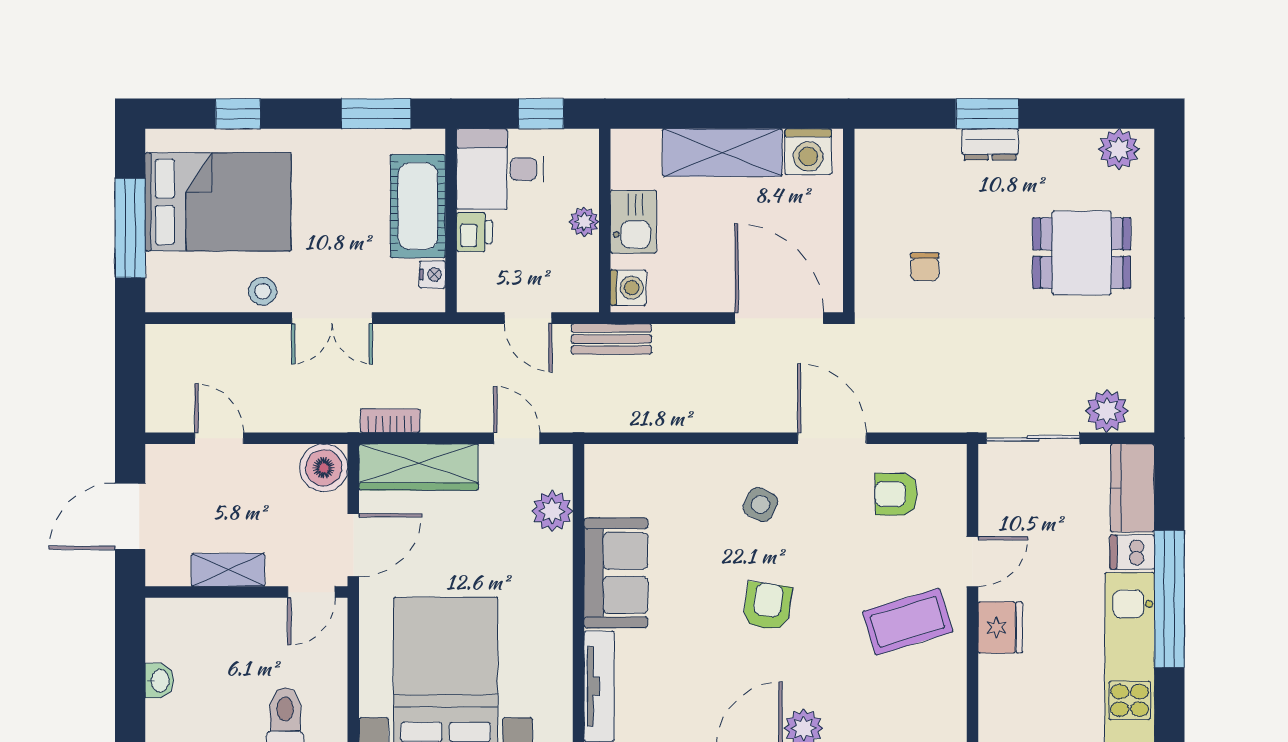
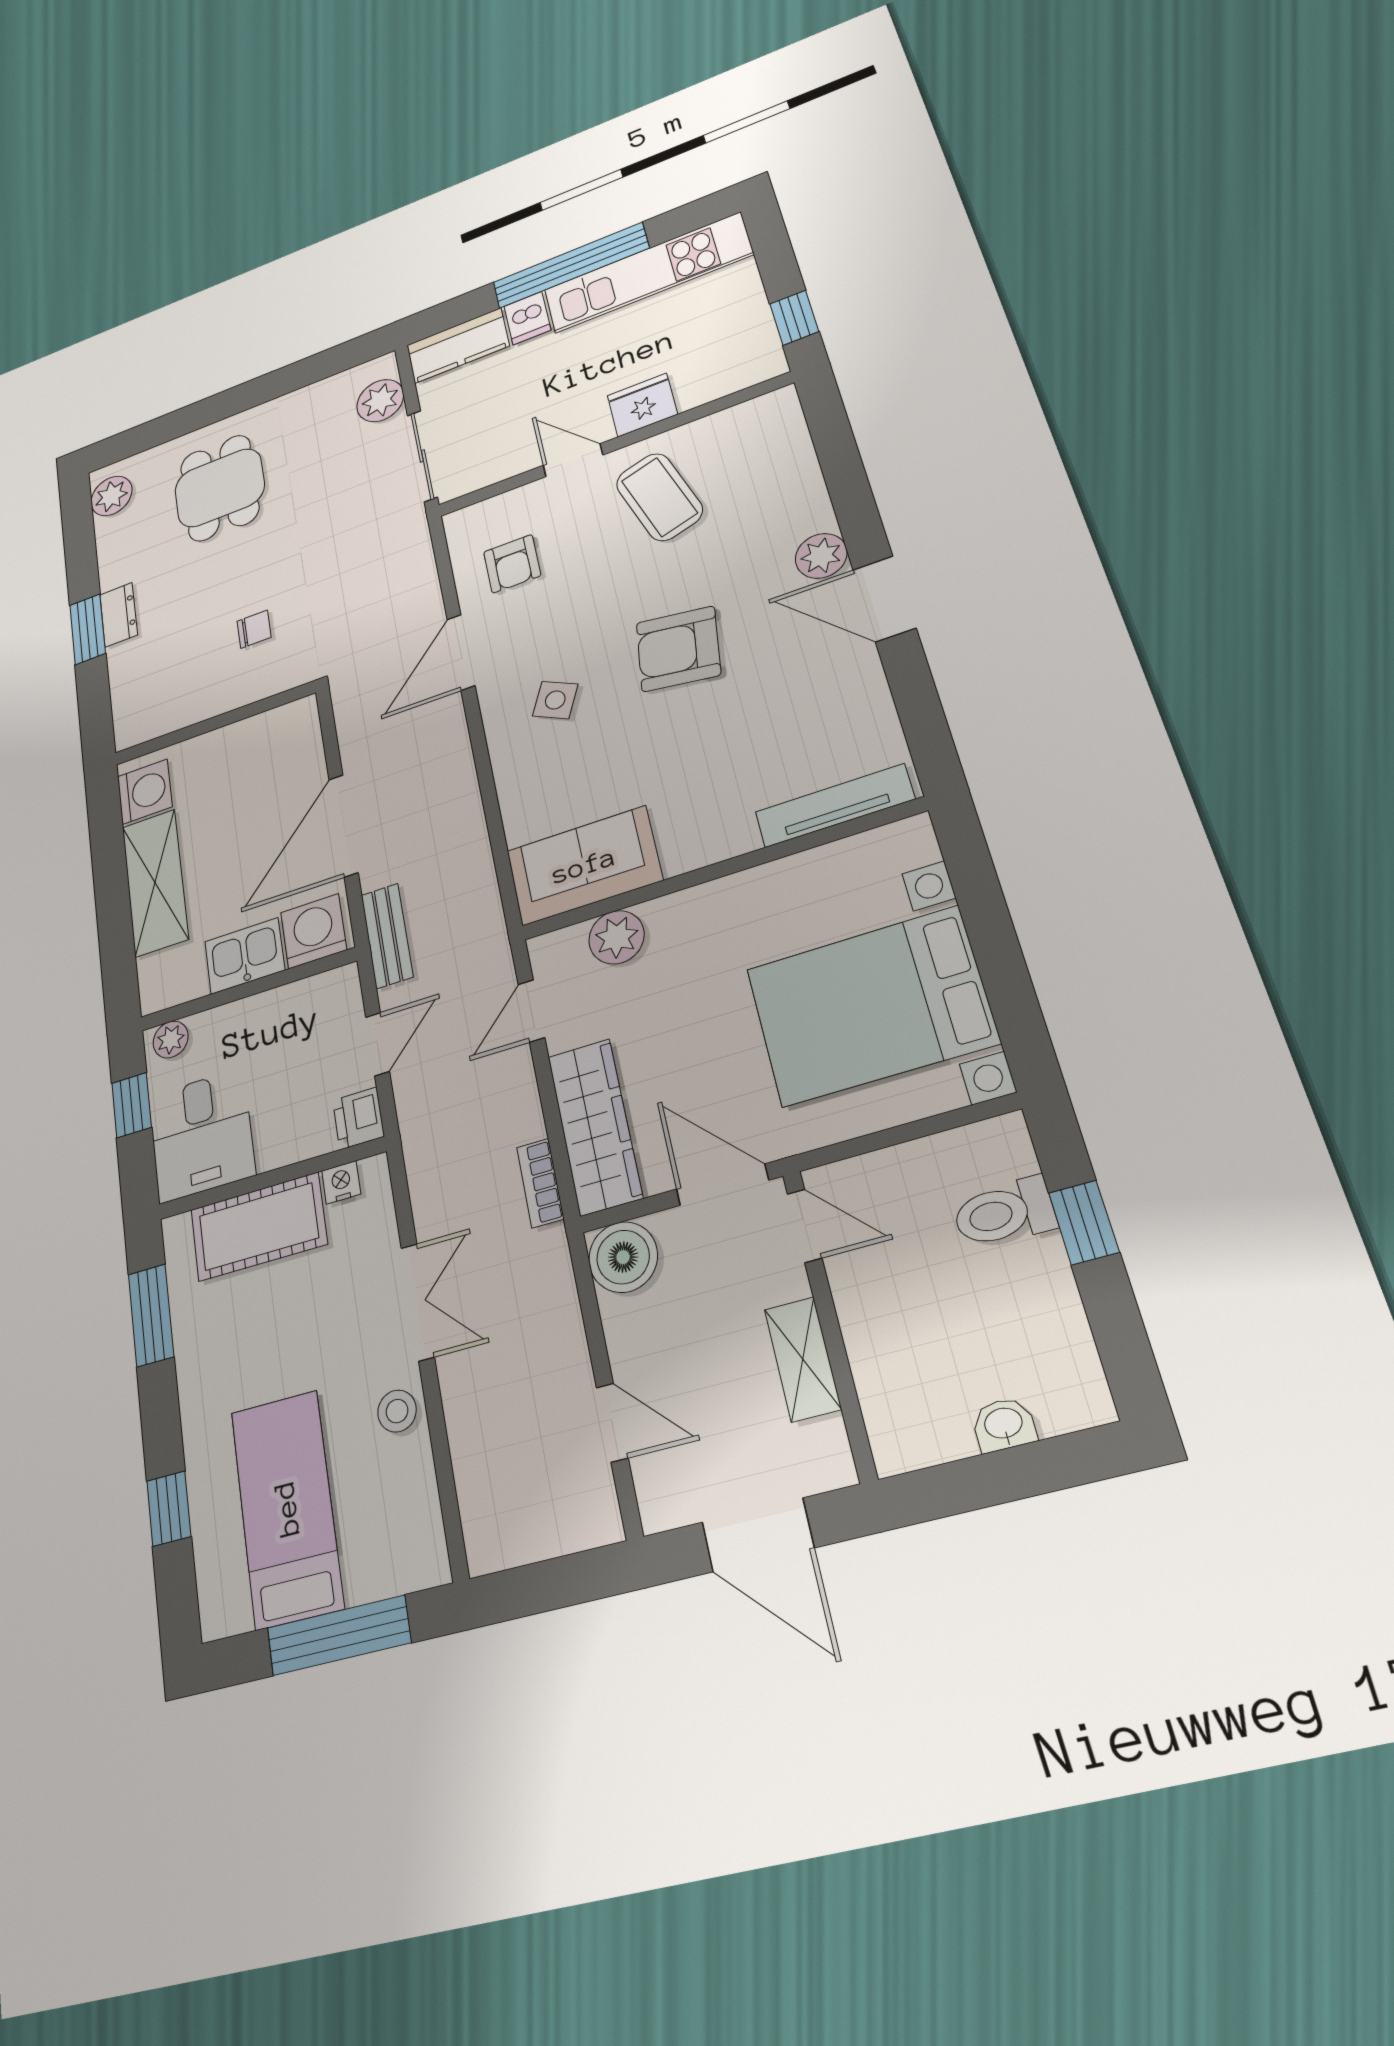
bed: (218, 202) -> (287, 1508), width x0.67
plant: (584, 222) -> (171, 1039), moved
printer: (474, 232) -> (358, 1118), moved, turned -90
washing machine: (628, 288) -> (314, 931), width x1.38, depth x1.38
door: (779, 318) -> (343, 826), moved
door: (219, 438) -> (612, 1423), swing flipped
sofa: (616, 573) -> (584, 866), moved
armchair: (767, 606) -> (678, 649), width x1.38, depth x1.38

